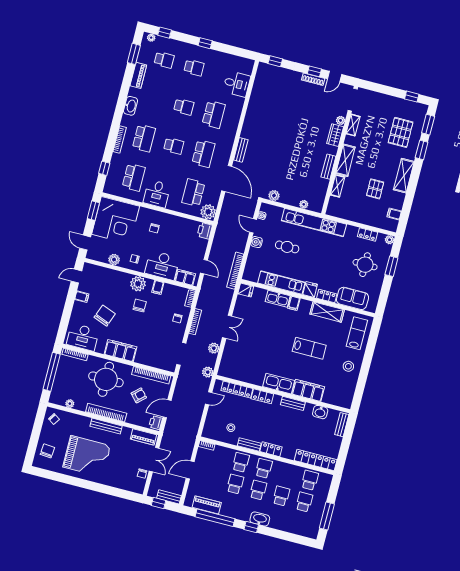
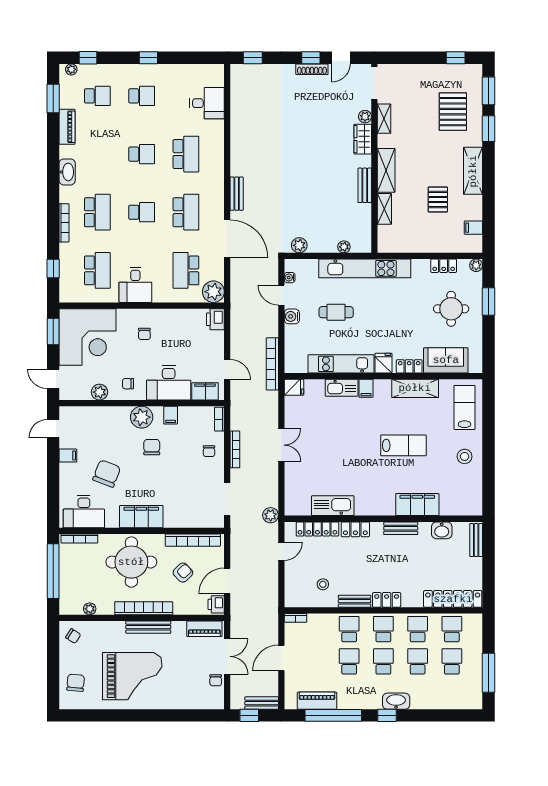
plant: (214, 348) -> (270, 480), removed
kitchen sink: (279, 384) -> (333, 506), moved
school desk: (287, 474) -> (418, 629), added

